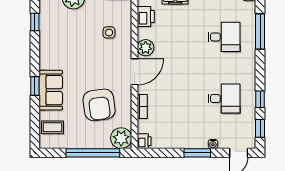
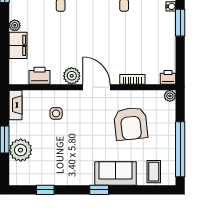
window: (35, 86) -> (99, 190), moved
armchair: (99, 105) -> (131, 124), turned 92
plant: (121, 138) -> (170, 96), width x0.53, depth x0.53
window: (93, 153) -> (180, 149), moved

